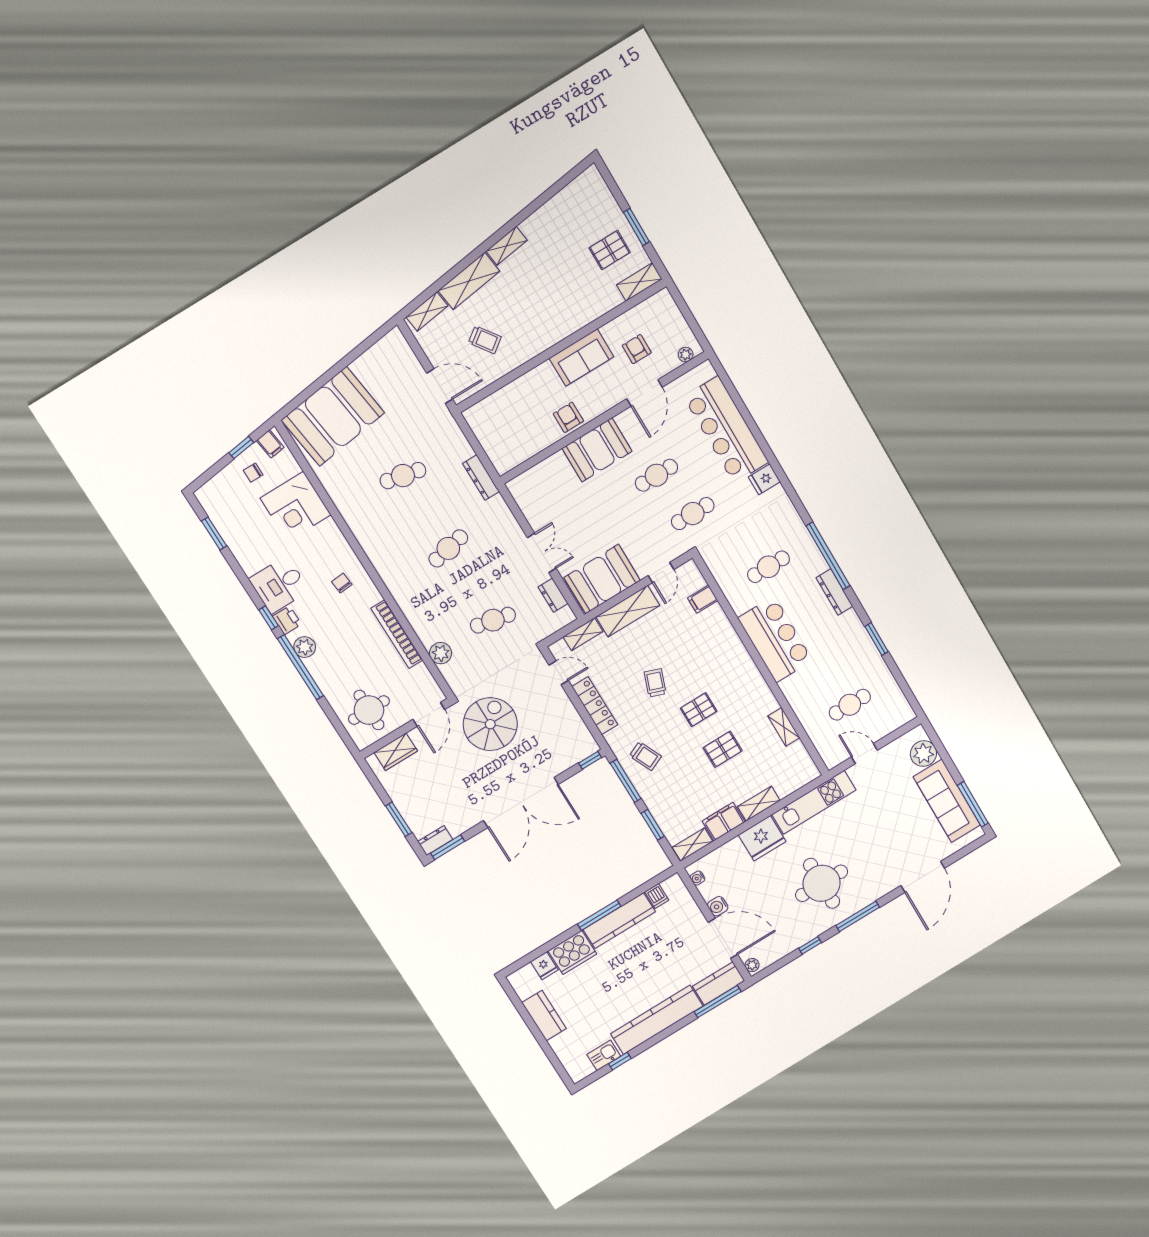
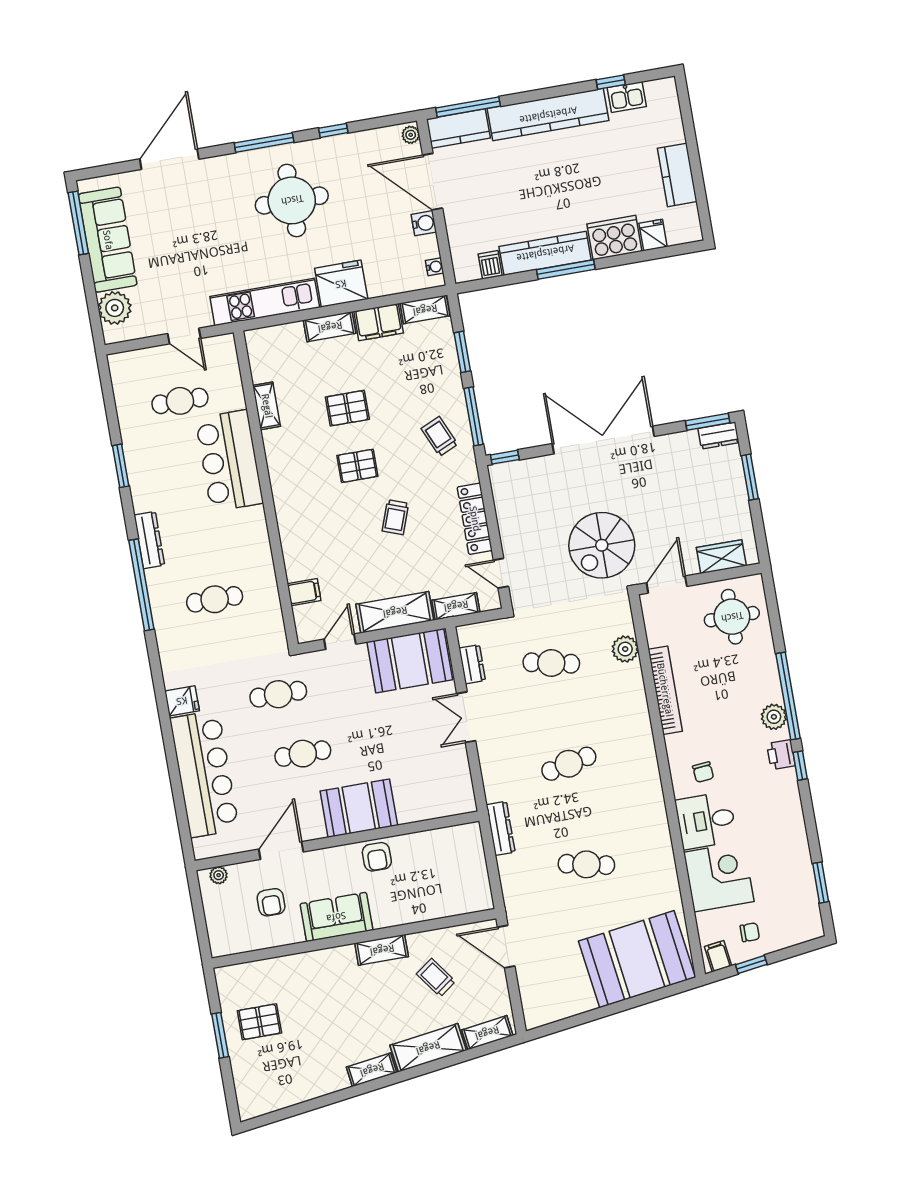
shelving: (639, 282) -> (382, 950), moved
desk: (279, 585) -> (706, 820), moved, turned 180
bar counter: (775, 639) -> (229, 461), moved

